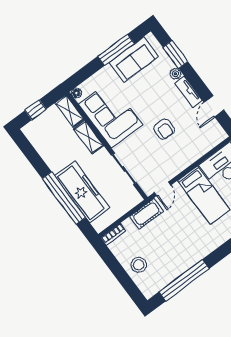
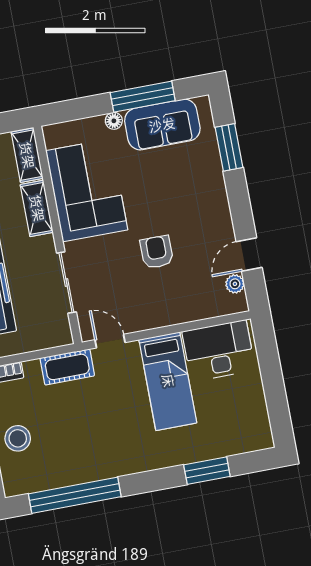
plant: (175, 74) -> (235, 284), moved
tv unit: (189, 92) -> (221, 214), removed
floor lamp: (76, 93) -> (114, 121), moved
armchair: (164, 129) -> (157, 252), turned 180
door: (162, 189) -> (110, 341), swing flipped

